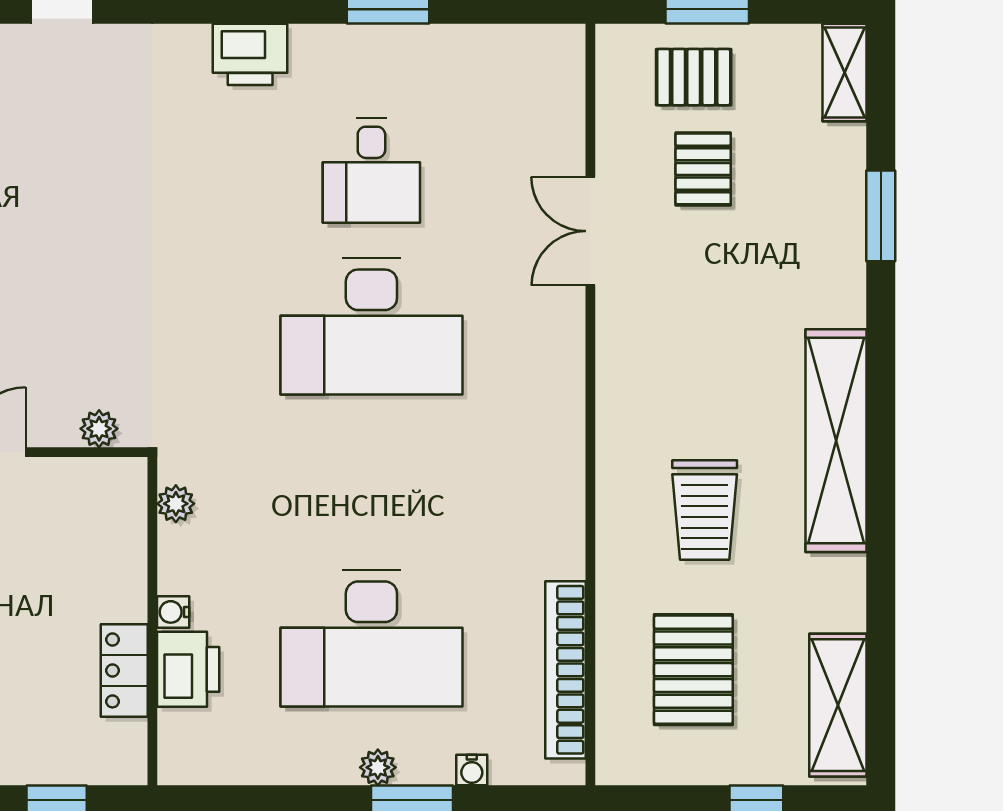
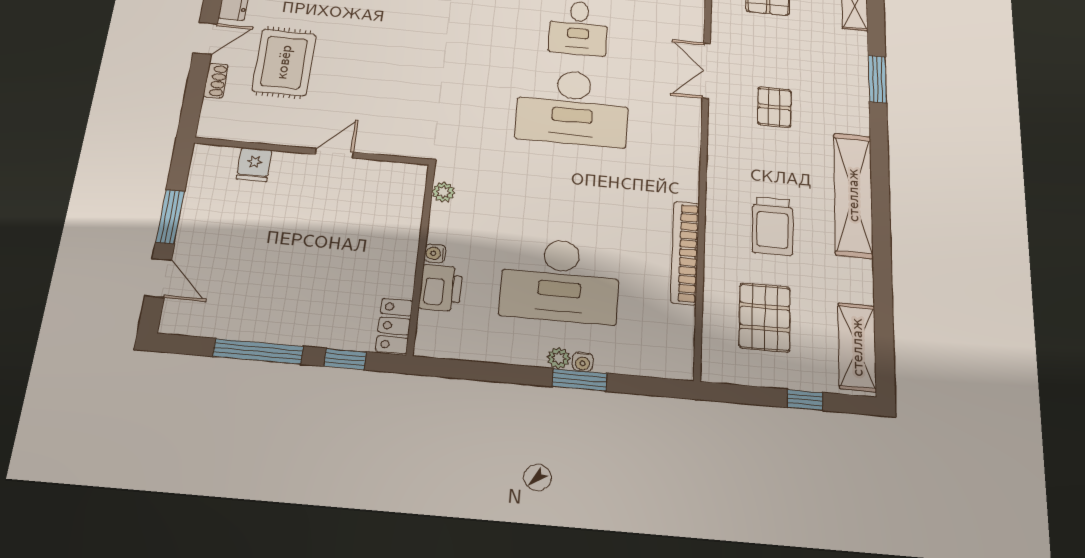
pallet: (703, 169) -> (774, 107), moved
plant: (99, 429) -> (400, 146), removed
locker: (124, 670) -> (394, 326), moved
bookcase: (565, 670) -> (685, 253), moved
water cooler: (472, 770) -> (583, 362), moved

